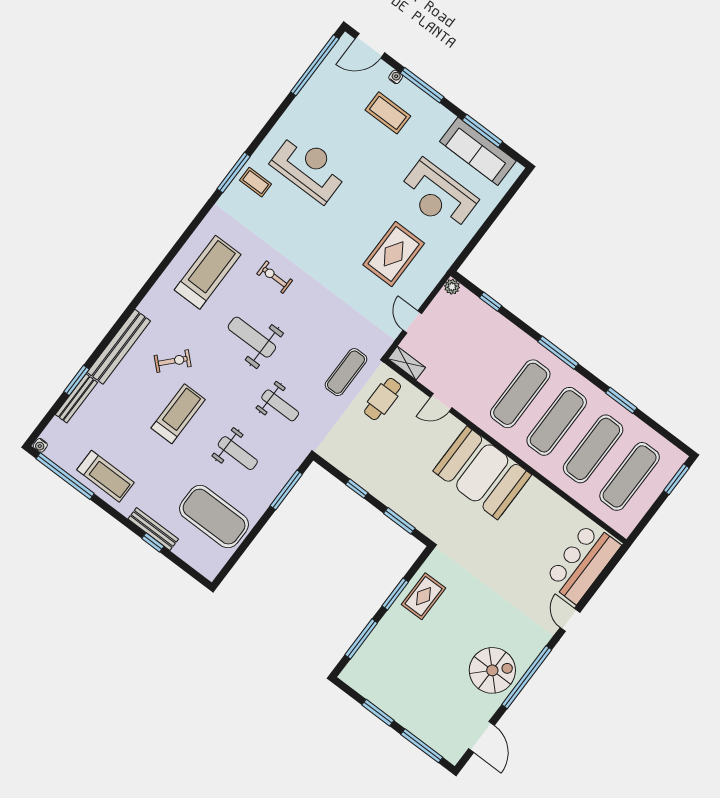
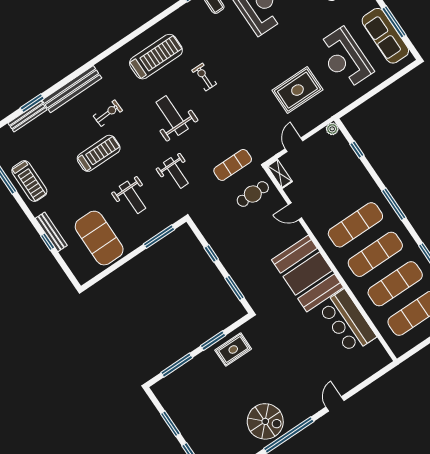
exercise bike: (173, 361) -> (108, 113), turned -46
bar counter: (582, 563) -> (347, 322), moved, turned -90

